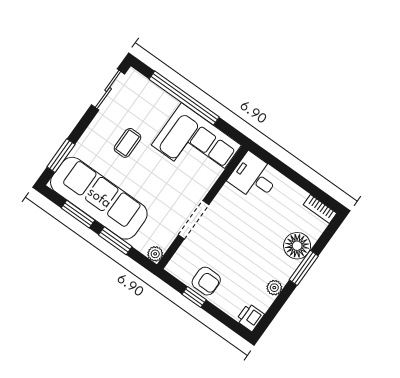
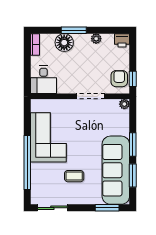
desk: (254, 177) -> (43, 80), moved
wall: (203, 207) -> (80, 96), moved
doorway: (194, 220) -> (90, 96), moved
plant: (155, 254) -> (124, 104), moved

